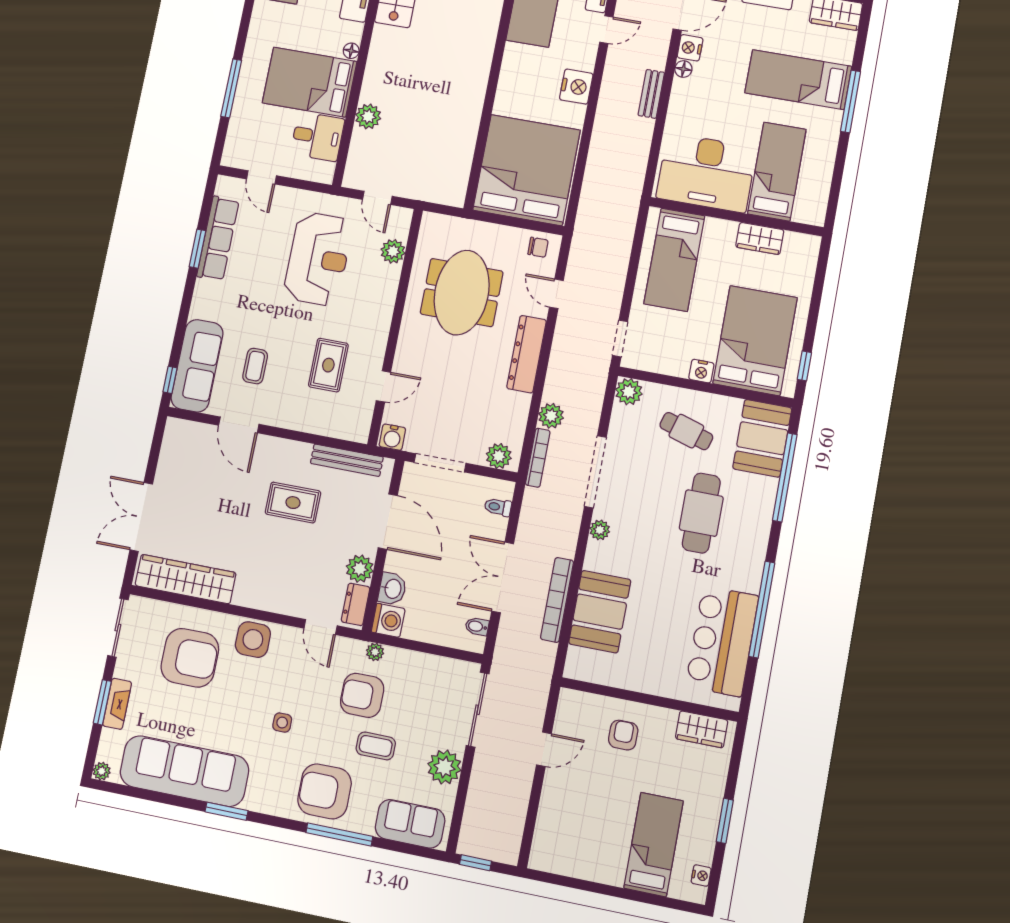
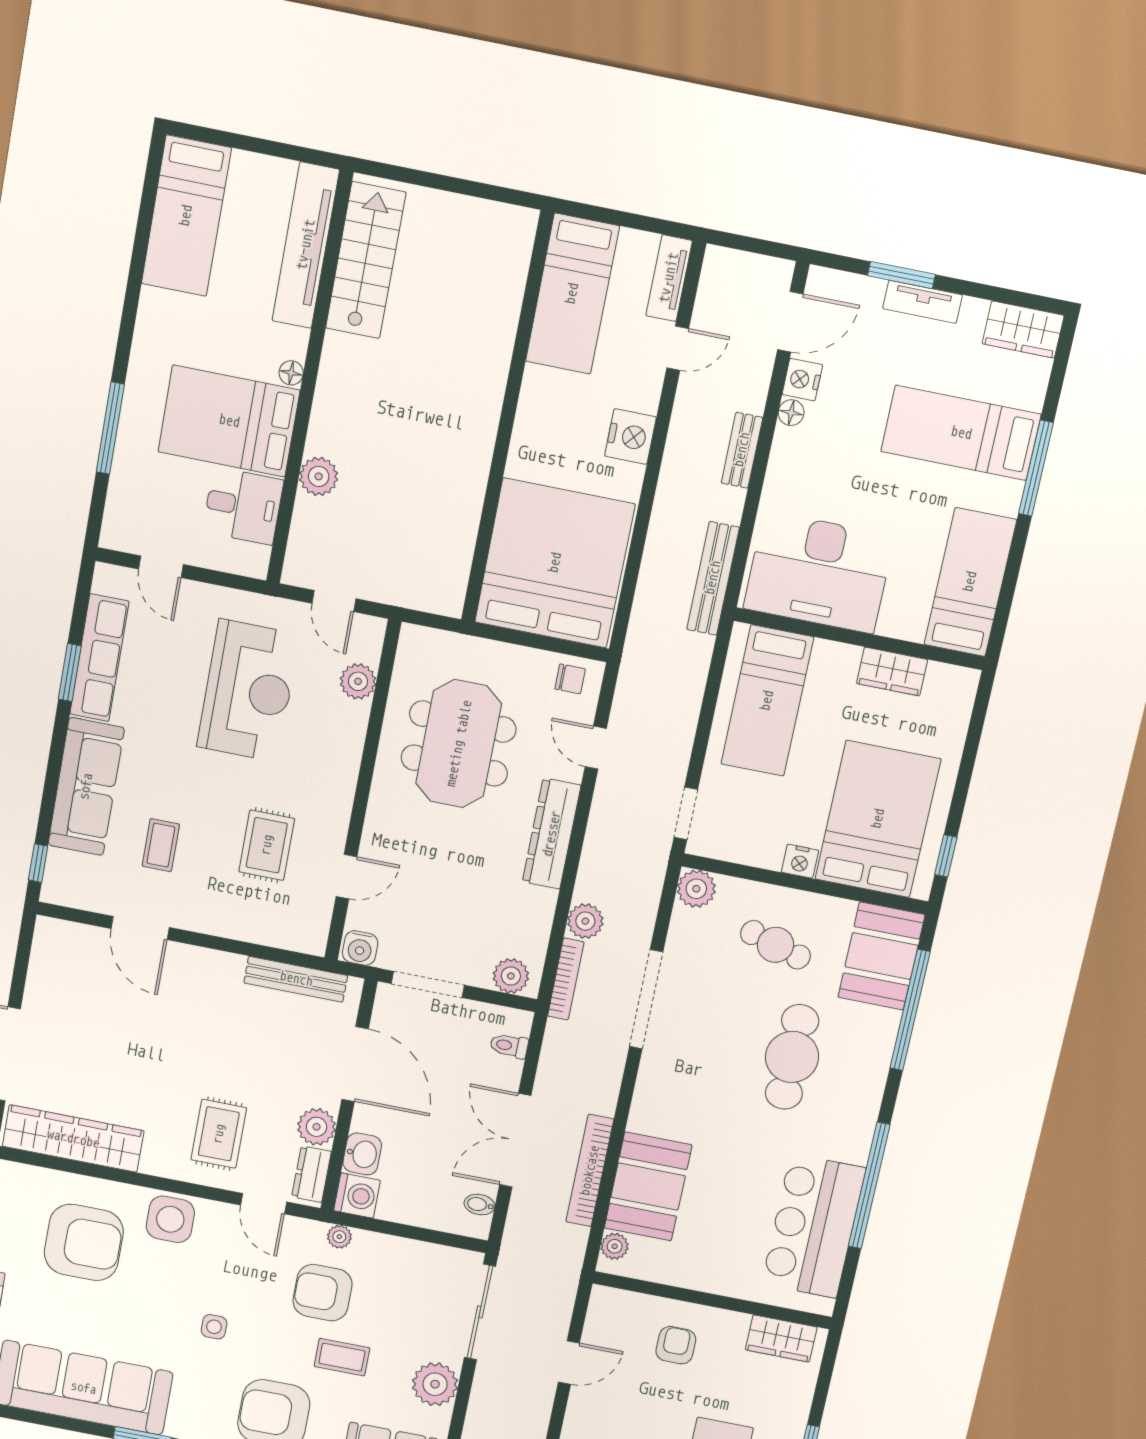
bed: (777, 172) -> (970, 582), moved
bench: (634, 178) -> (713, 578), added
sofa: (197, 366) -> (86, 787), moved
rug: (293, 503) -> (219, 1134), moved, turned 90
plant: (600, 530) -> (615, 1246), moved

